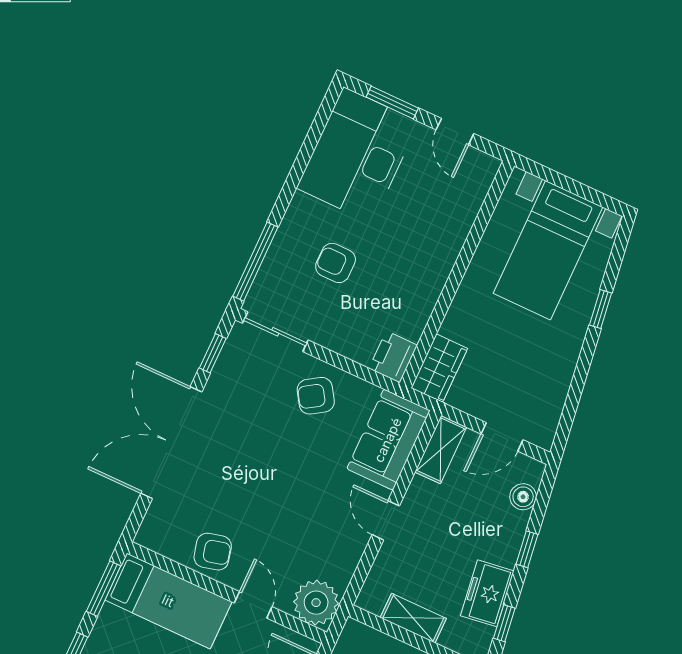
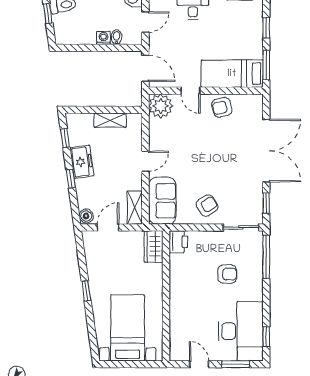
window: (318, 126) -> (266, 337), added
window: (601, 309) -> (86, 291), moved
boiler: (523, 497) -> (86, 216), moved
door: (386, 520) -> (145, 161), hinge flipped
freezer: (487, 593) -> (82, 162), moved

